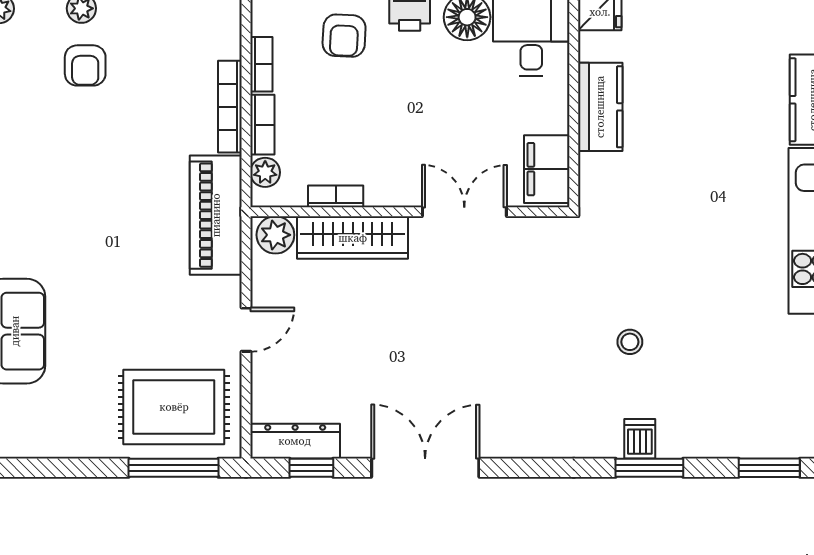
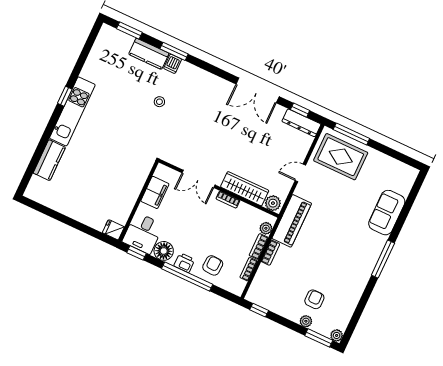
bookcase: (230, 107) -> (270, 253), width x0.64
kitchen counter: (600, 107) -> (149, 54), moved, turned -90
filing cabinet: (547, 169) -> (155, 192), moved
bookcase: (336, 196) -> (228, 200), moved

